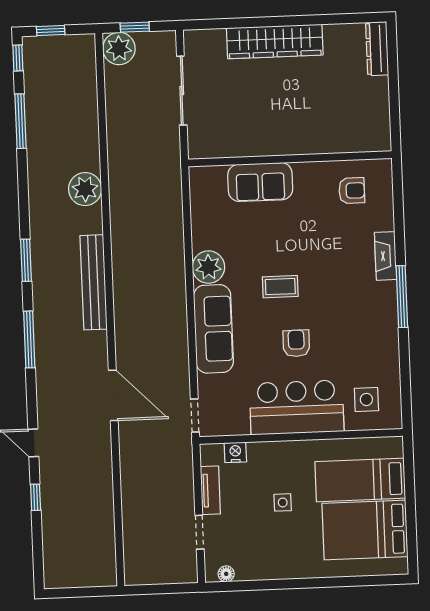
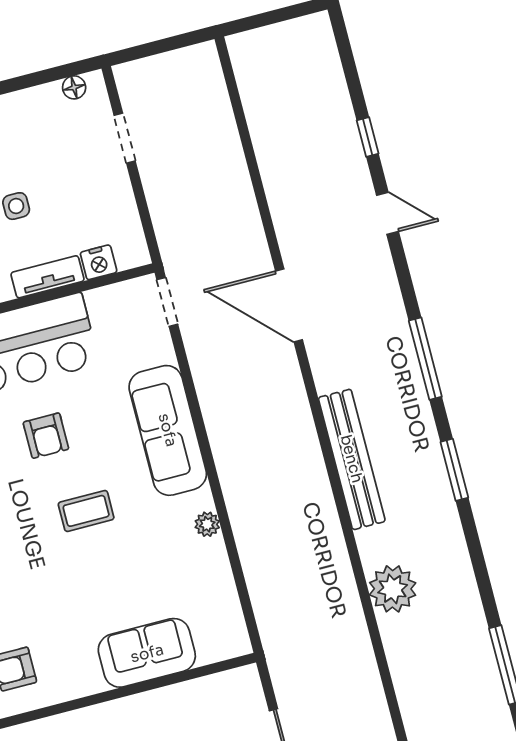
plant: (208, 267) -> (207, 524), width x0.53, depth x0.53
tv unit: (210, 490) -> (48, 277), moved, turned 90

